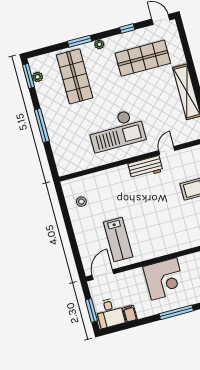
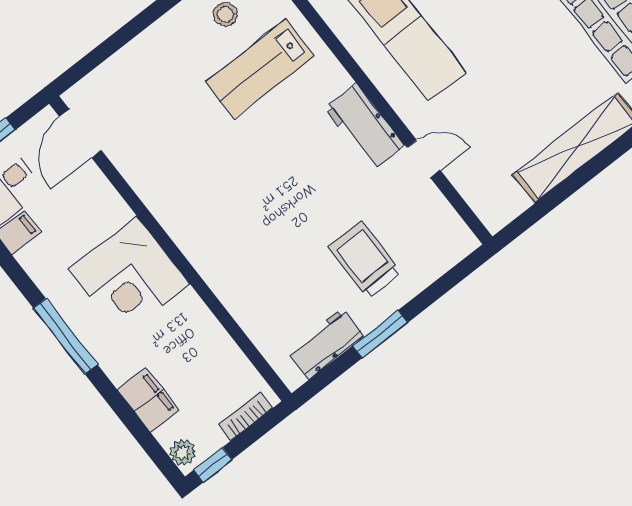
lab bench: (118, 239) -> (260, 69), moved
door: (103, 275) -> (80, 133), swing flipped

